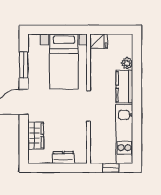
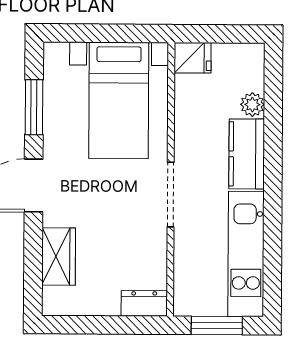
dresser: (63, 158) -> (144, 303), moved
window: (111, 168) -> (217, 325), width x1.50

